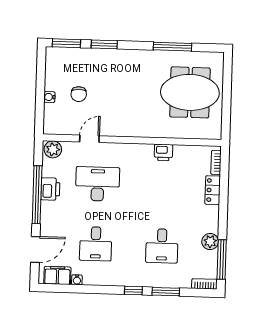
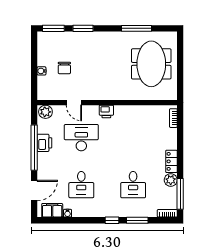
meeting table: (190, 92) -> (151, 64), turned 90
door: (89, 139) -> (74, 103), swing flipped
printer: (163, 152) -> (106, 111), moved
locker: (213, 190) -> (171, 161), moved

